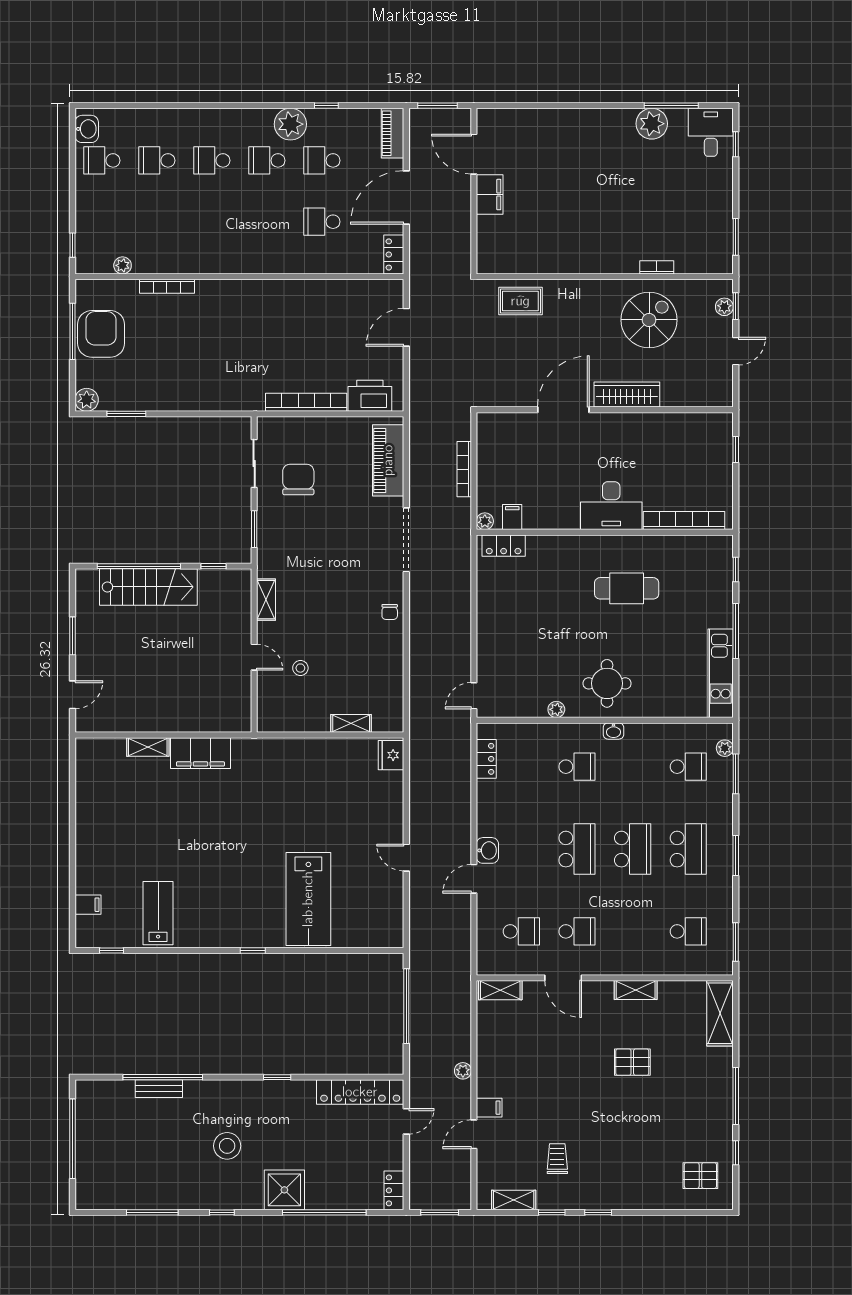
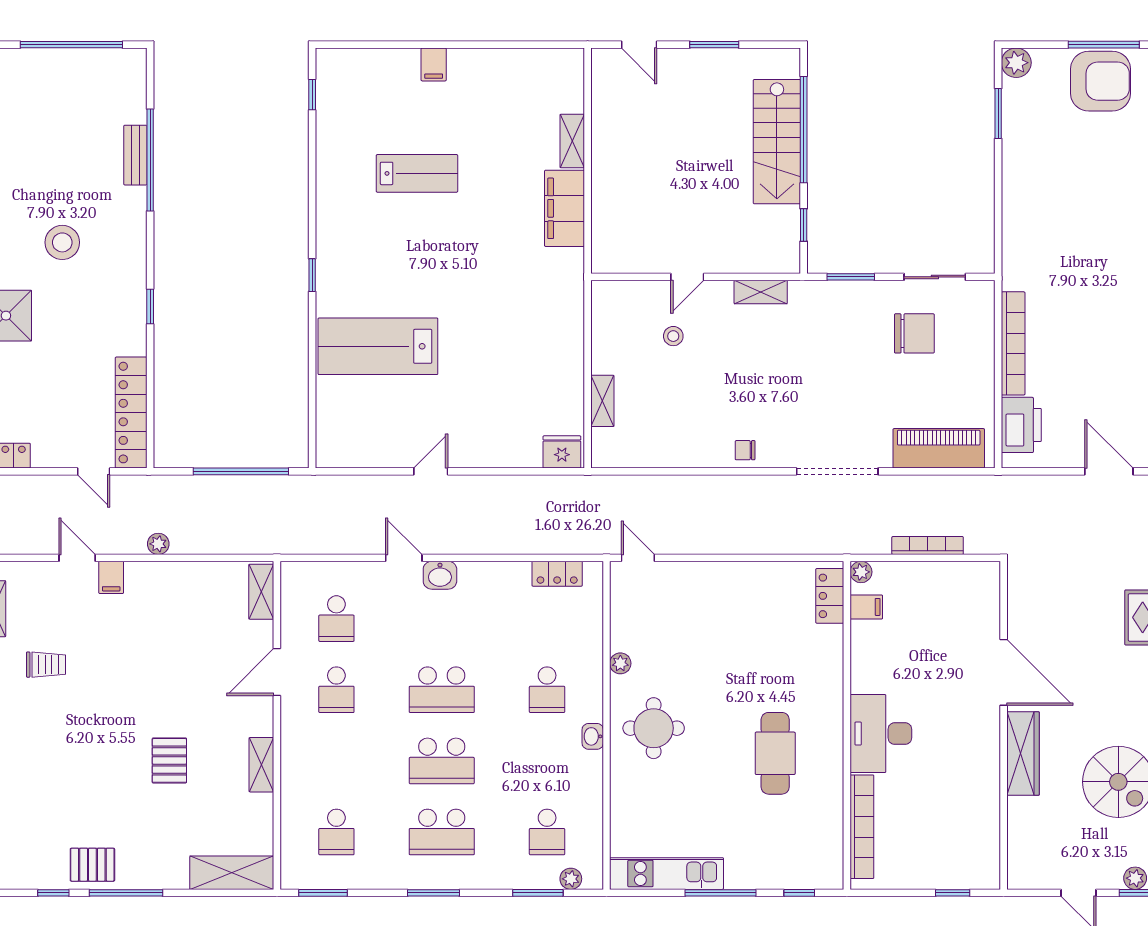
filing cabinet: (88, 905) -> (434, 64), moved
lab bench: (158, 913) -> (417, 173), moved
pallet: (700, 1176) -> (92, 865), moved, turned 90

